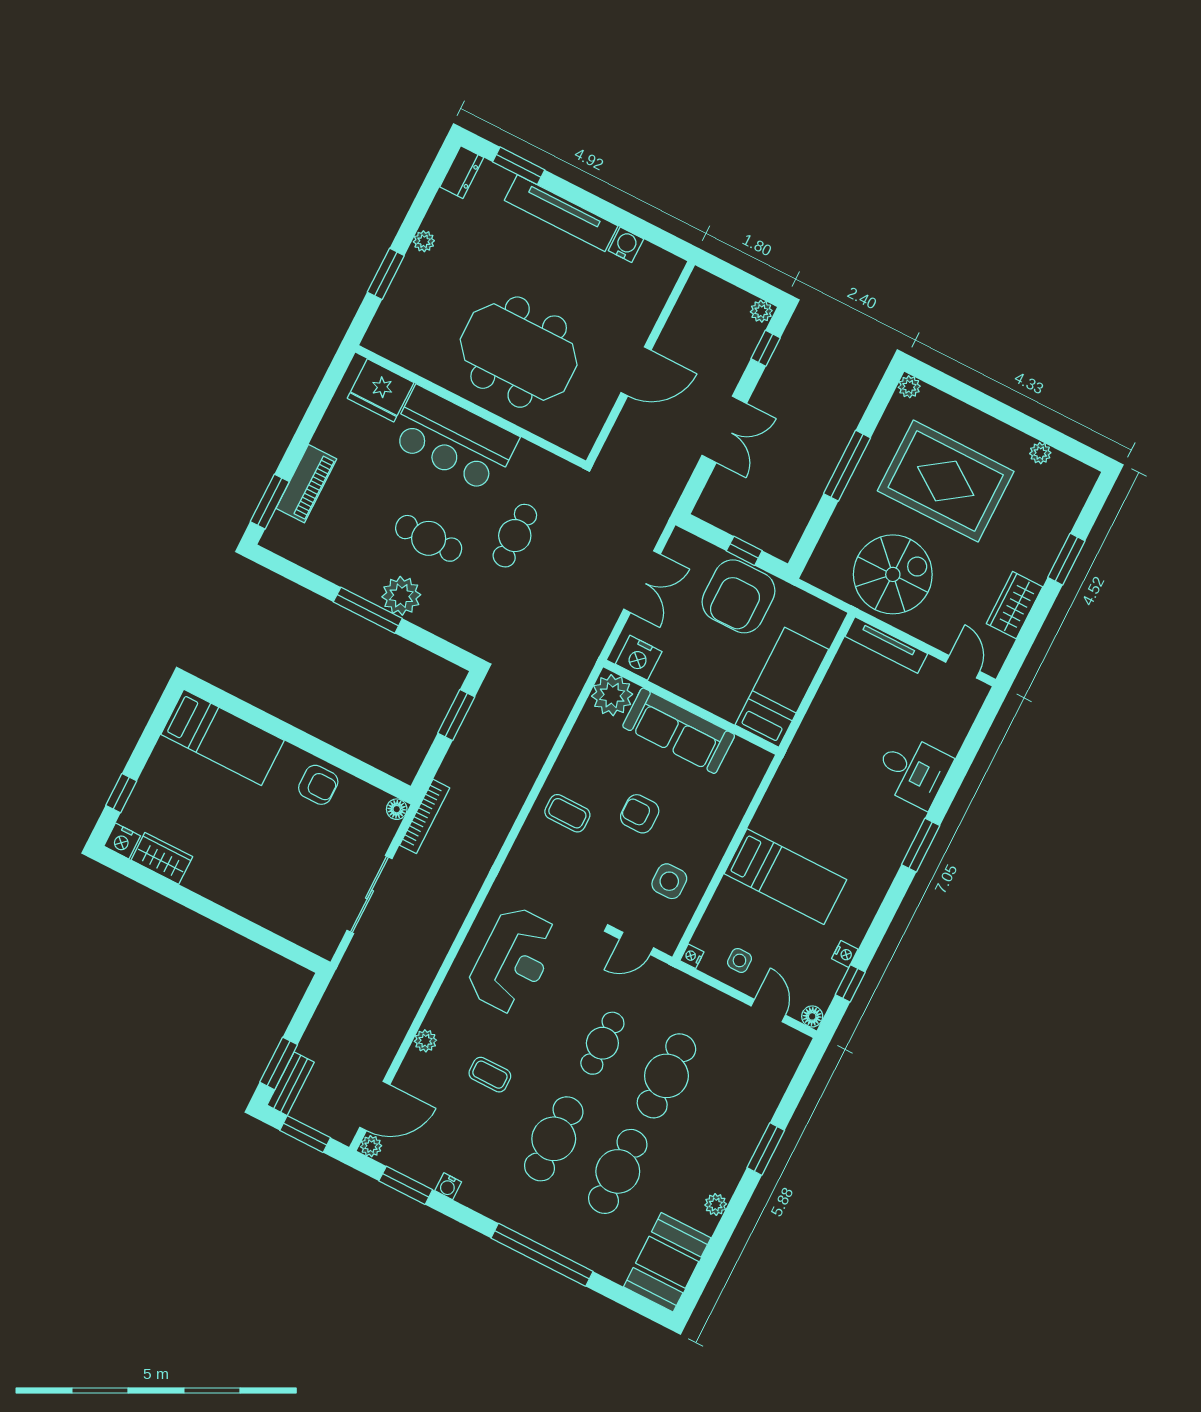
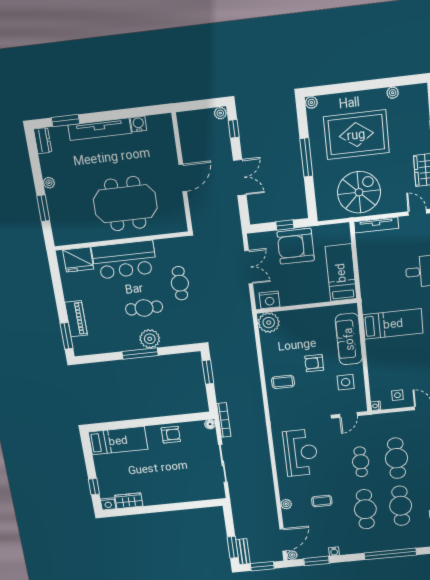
armchair: (738, 596) -> (296, 246), turned 90
sofa: (679, 731) -> (349, 339), moved, turned 90
bed: (785, 877) -> (393, 324), moved

